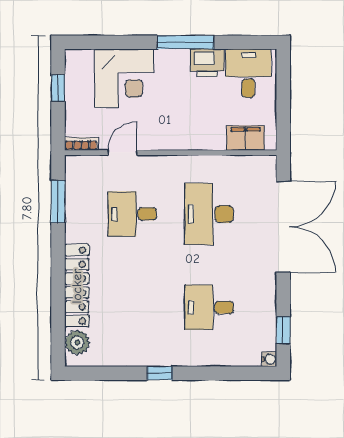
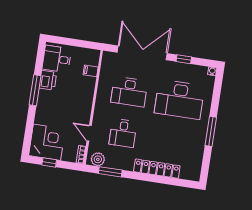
corner desk: (124, 78) -> (47, 142), moved
filing cabinet: (246, 138) -> (91, 71), width x0.50
desk: (209, 307) -> (179, 99), width x1.87, depth x1.30
window: (283, 330) -> (184, 59), moved
plant: (77, 342) -> (98, 159), moved
window: (160, 373) -> (211, 131), width x2.17

